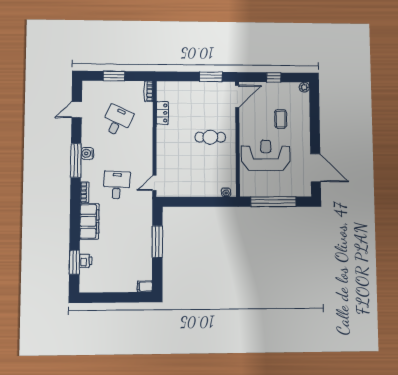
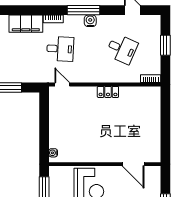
window: (211, 77) -> (165, 139), removed
door: (237, 96) -> (133, 164), moved
locker: (162, 113) -> (108, 92), moved
cafe table: (210, 137) -> (106, 138), removed

